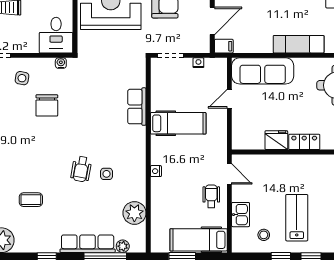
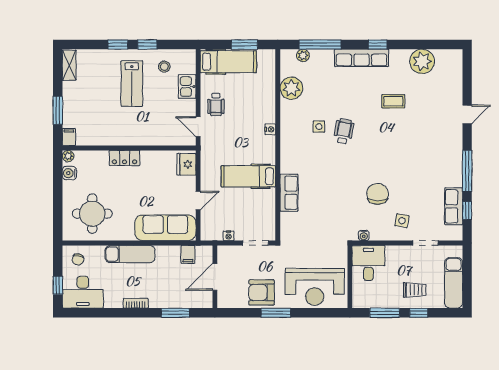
filing cabinet: (224, 46) -> (188, 254), moved, turned -90
fridge: (276, 140) -> (186, 164), moved, turned 90
row of seats: (88, 244) -> (362, 58), moved

